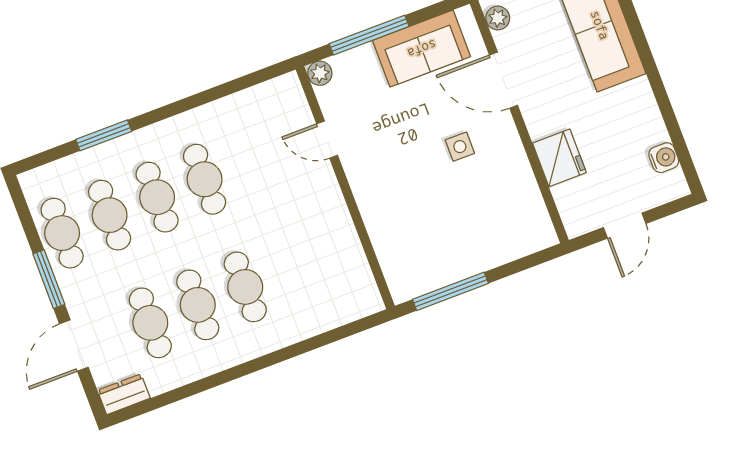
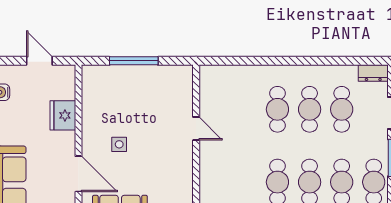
door: (327, 140) -> (196, 129), moved
door: (625, 226) -> (39, 61), hinge flipped
window: (450, 291) -> (134, 61), moved

